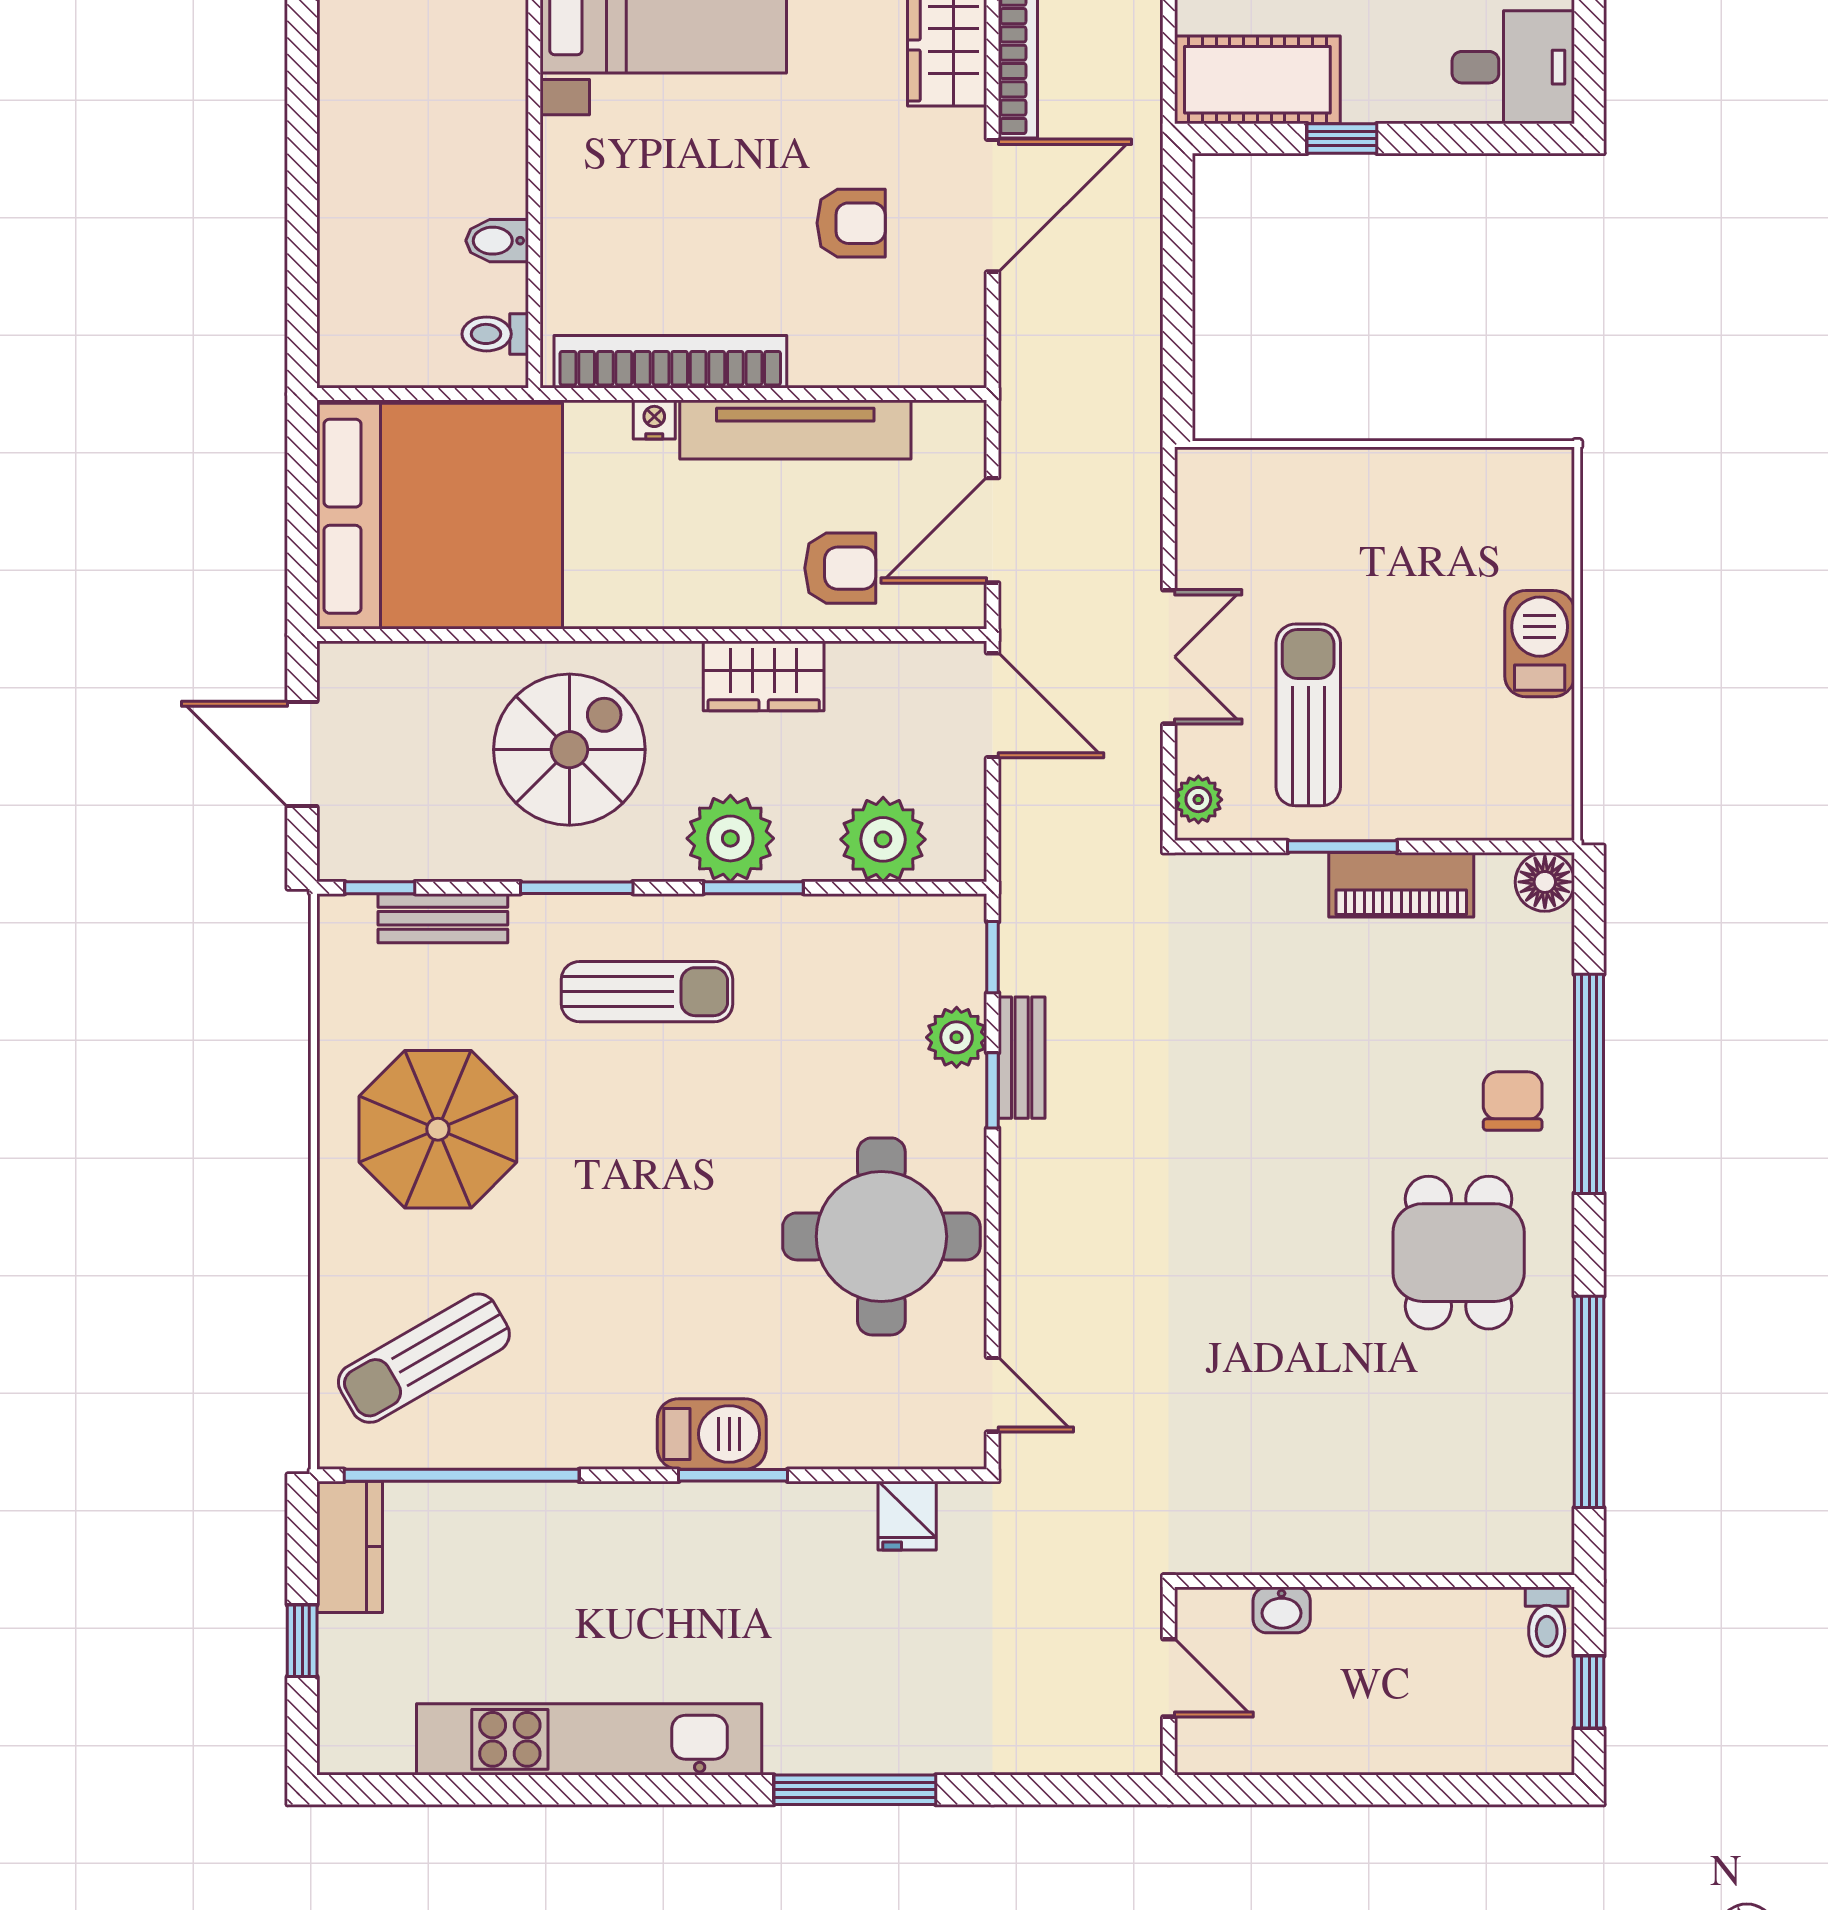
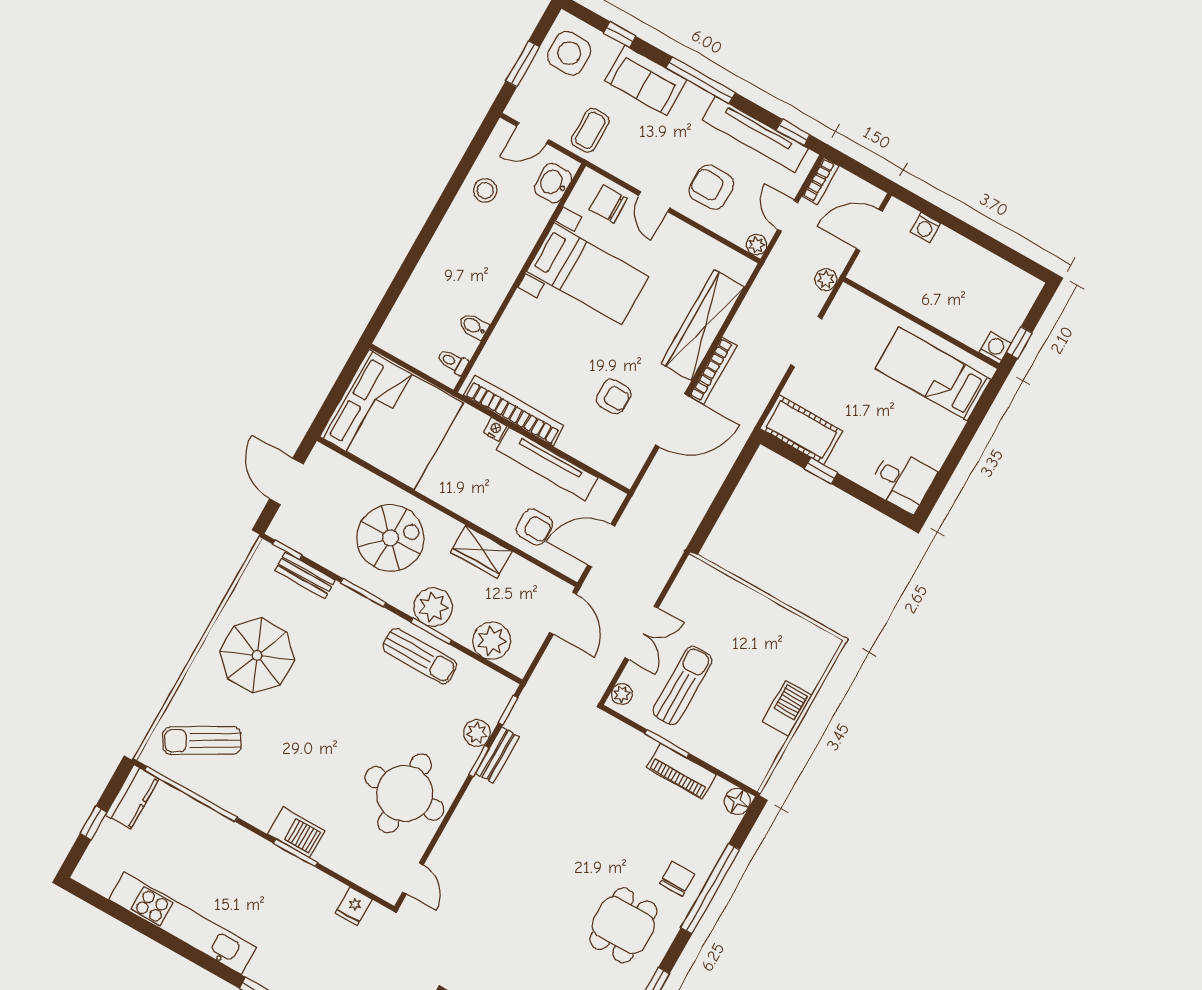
sun lounger: (647, 992) -> (420, 656), moved

